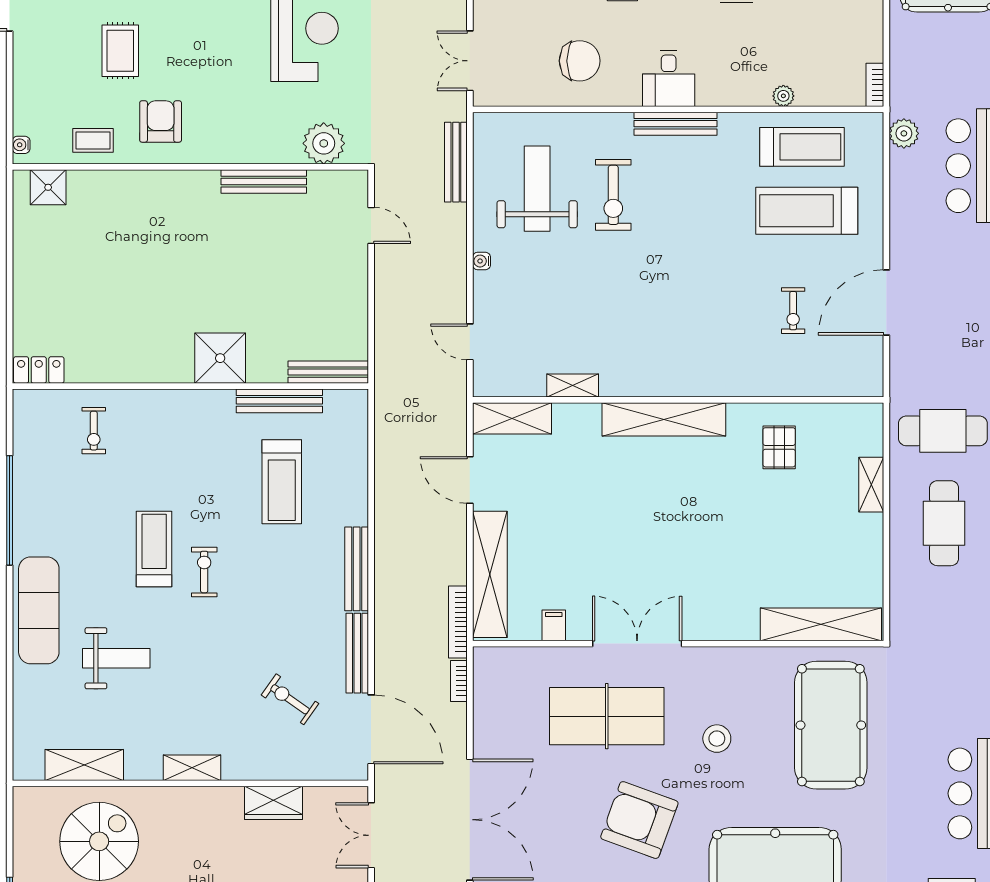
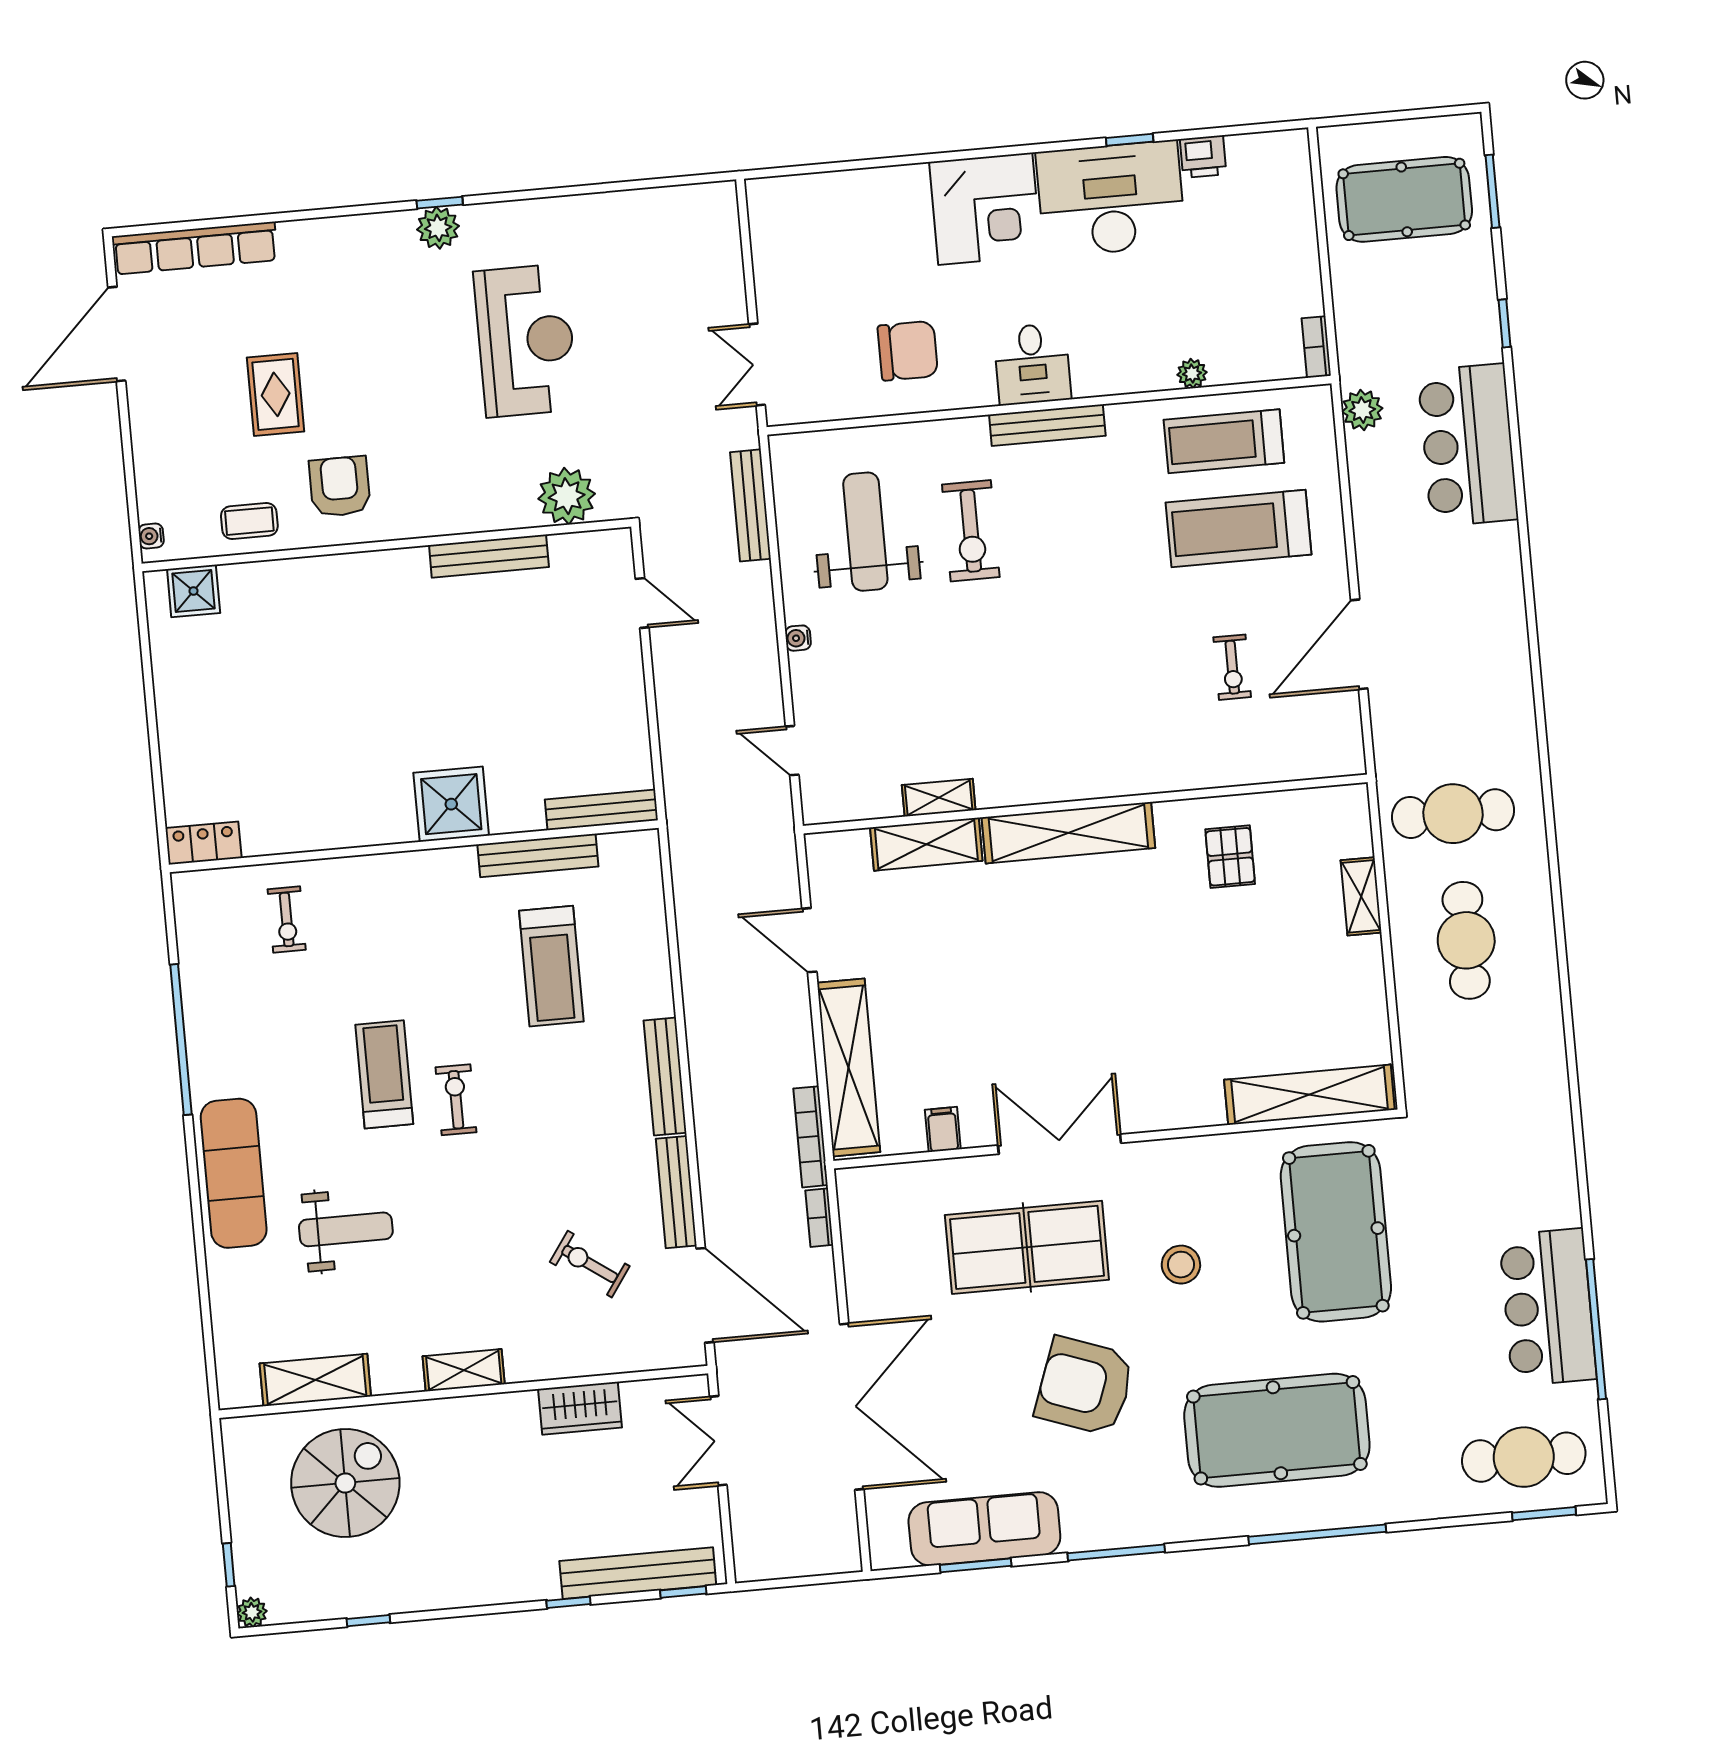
treadmill: (802, 147) -> (1224, 441), turned 180
shelving: (512, 418) -> (926, 844), moved

